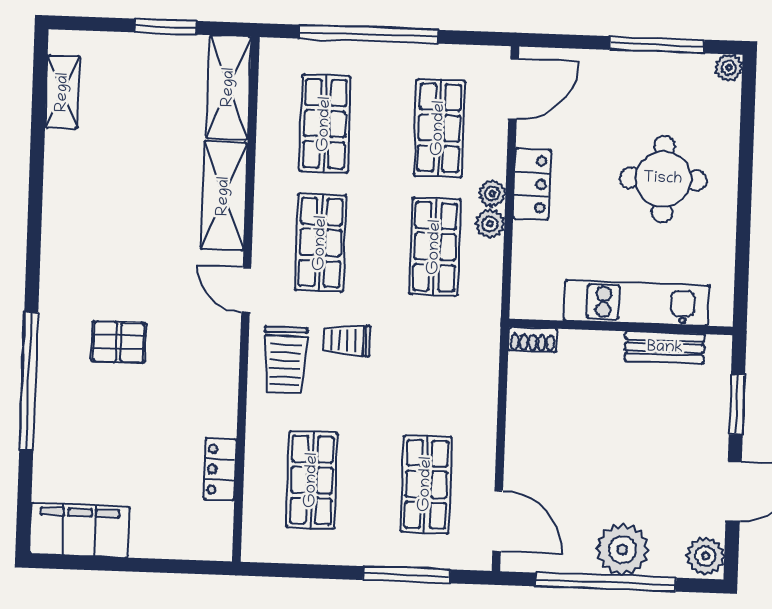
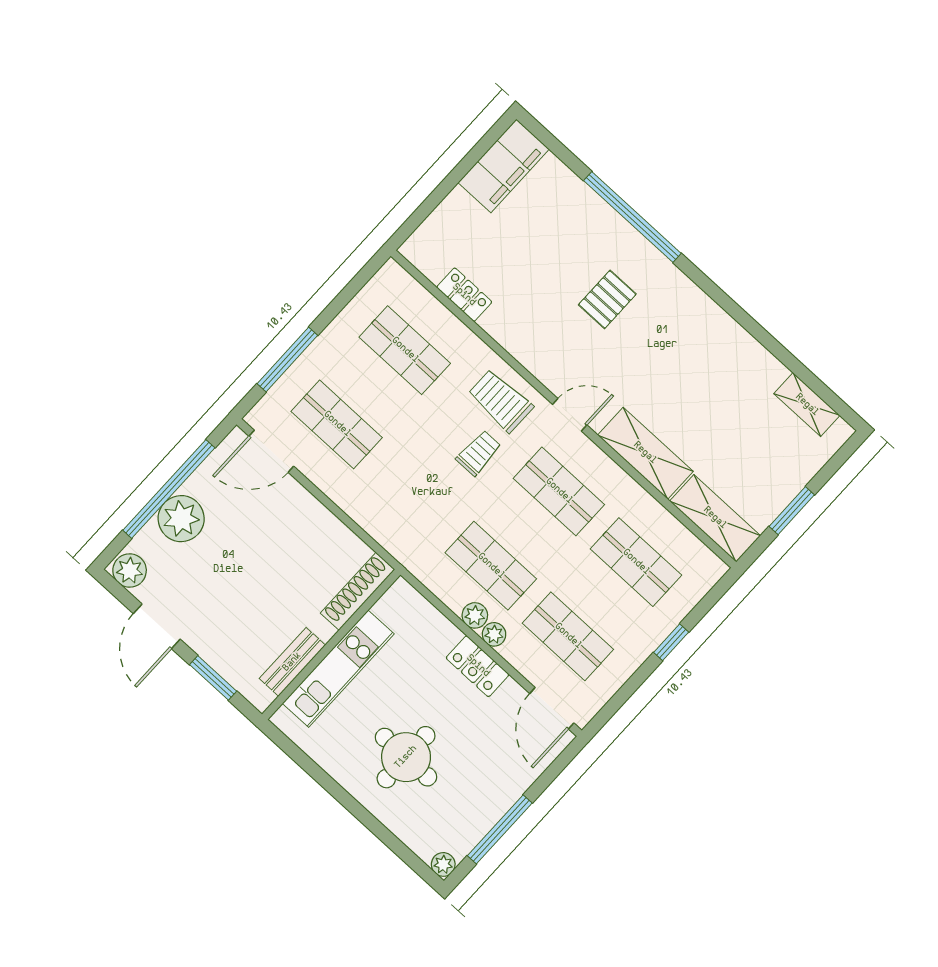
window: (369, 34) -> (671, 642), width x0.32
shoe rack: (533, 340) -> (358, 591), width x1.94, depth x1.24

